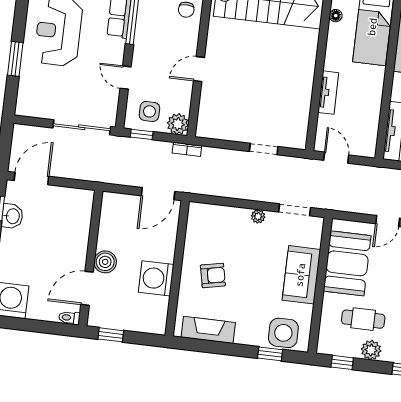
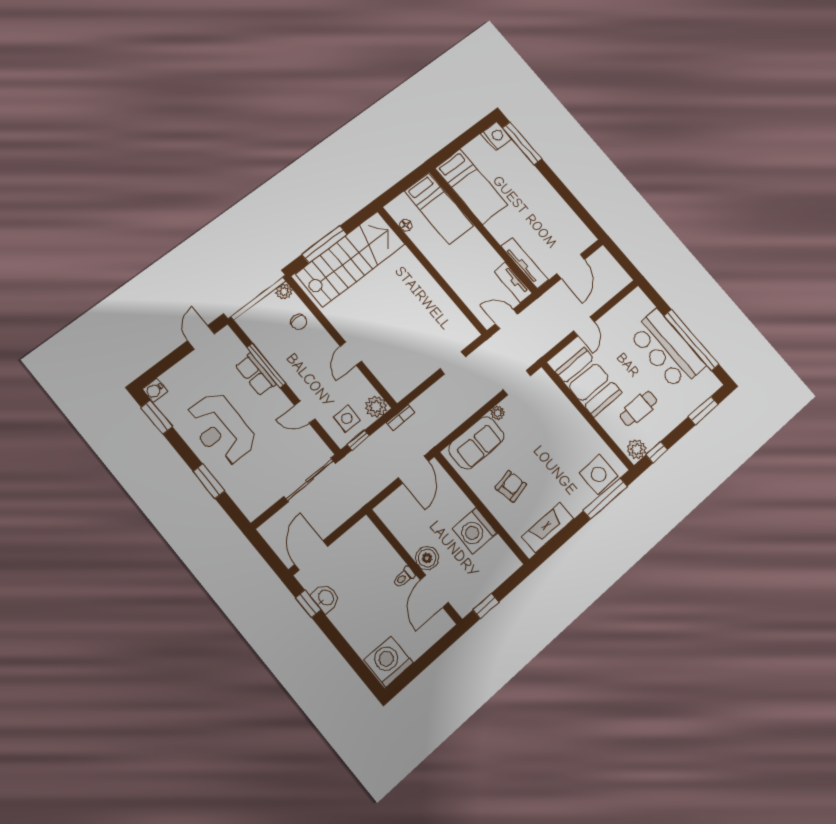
tv unit: (328, 93) -> (513, 283), moved, turned 180
sofa: (301, 275) -> (476, 443), moved, turned -90
toilet: (69, 318) -> (404, 577), moved
plant: (371, 350) -> (637, 449), moved
window: (270, 354) -> (605, 498), width x2.17

